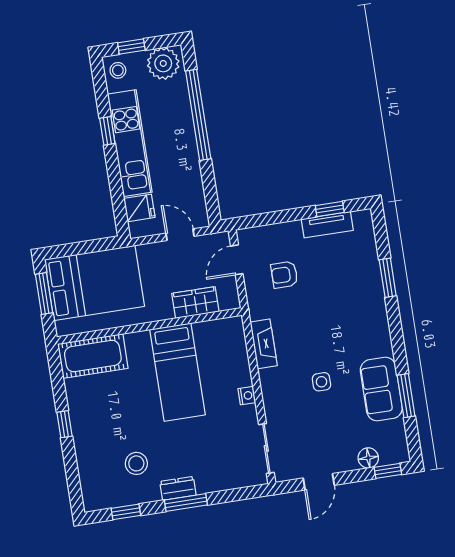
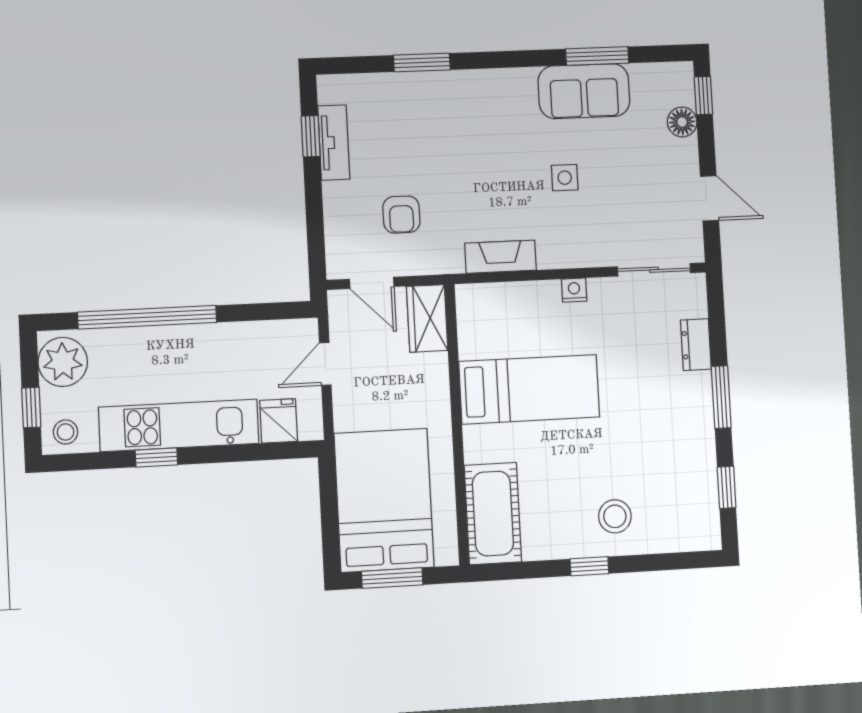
wardrobe: (195, 303) -> (427, 318), moved
stool: (136, 463) -> (615, 516), moved
dresser: (178, 488) -> (696, 345), moved

